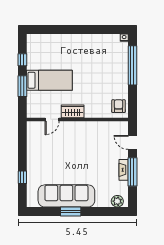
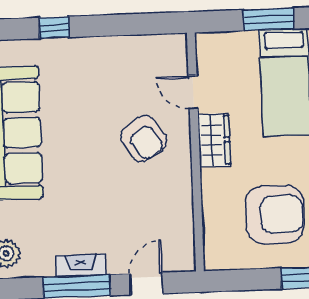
armchair: (119, 106) -> (275, 214), moved, width x1.88, depth x1.88
armchair: (71, 141) -> (144, 139), added

